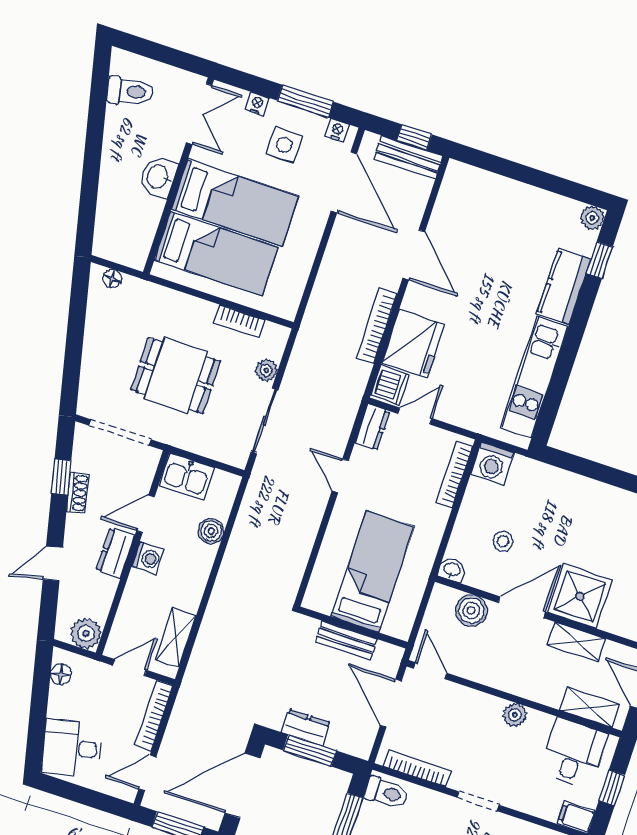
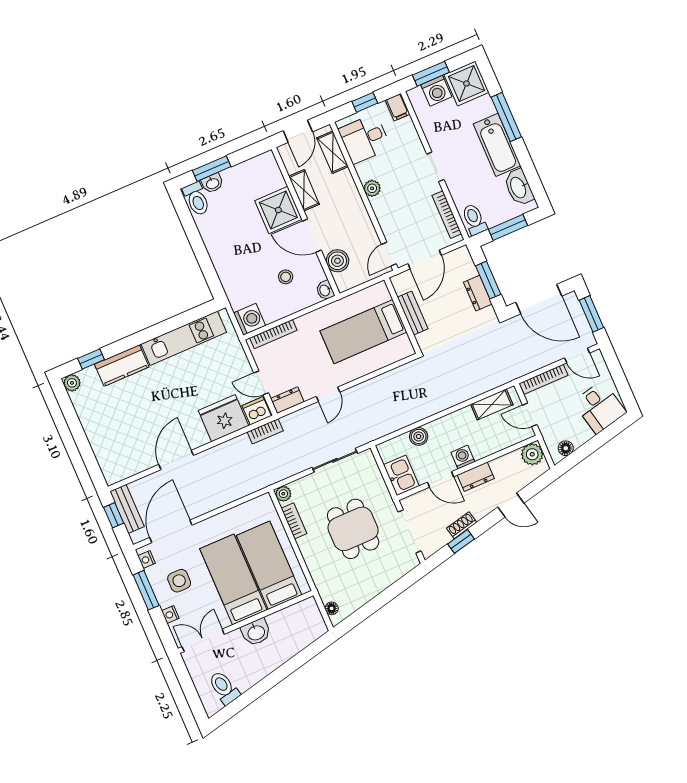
bookcase: (377, 326) -> (265, 431), moved, width x0.64
plant: (266, 370) -> (283, 494), moved

